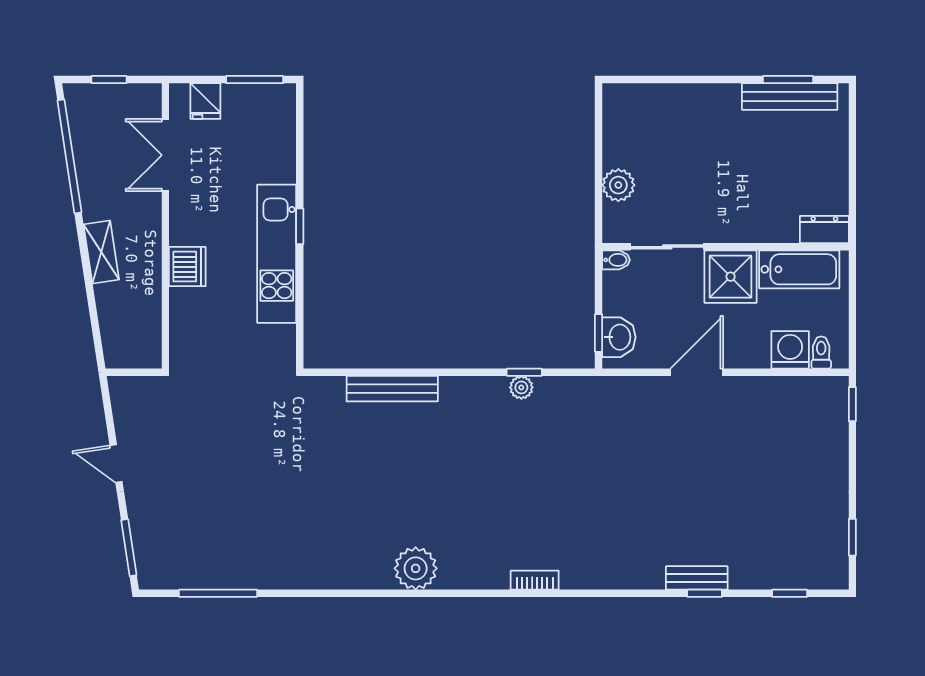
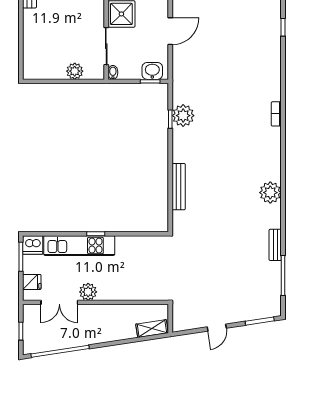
plant: (186, 211) -> (88, 292), added
shelving: (101, 252) -> (152, 329), moved
kitchen unit: (277, 254) -> (79, 246), moved
dishwasher: (187, 267) -> (33, 245), moved, turned 180
door: (697, 372) -> (170, 31), swing flipped
plant: (521, 387) -> (183, 116), width x1.88, depth x1.88
plant: (416, 568) -> (270, 193), moved
bench: (697, 578) -> (275, 245), moved

